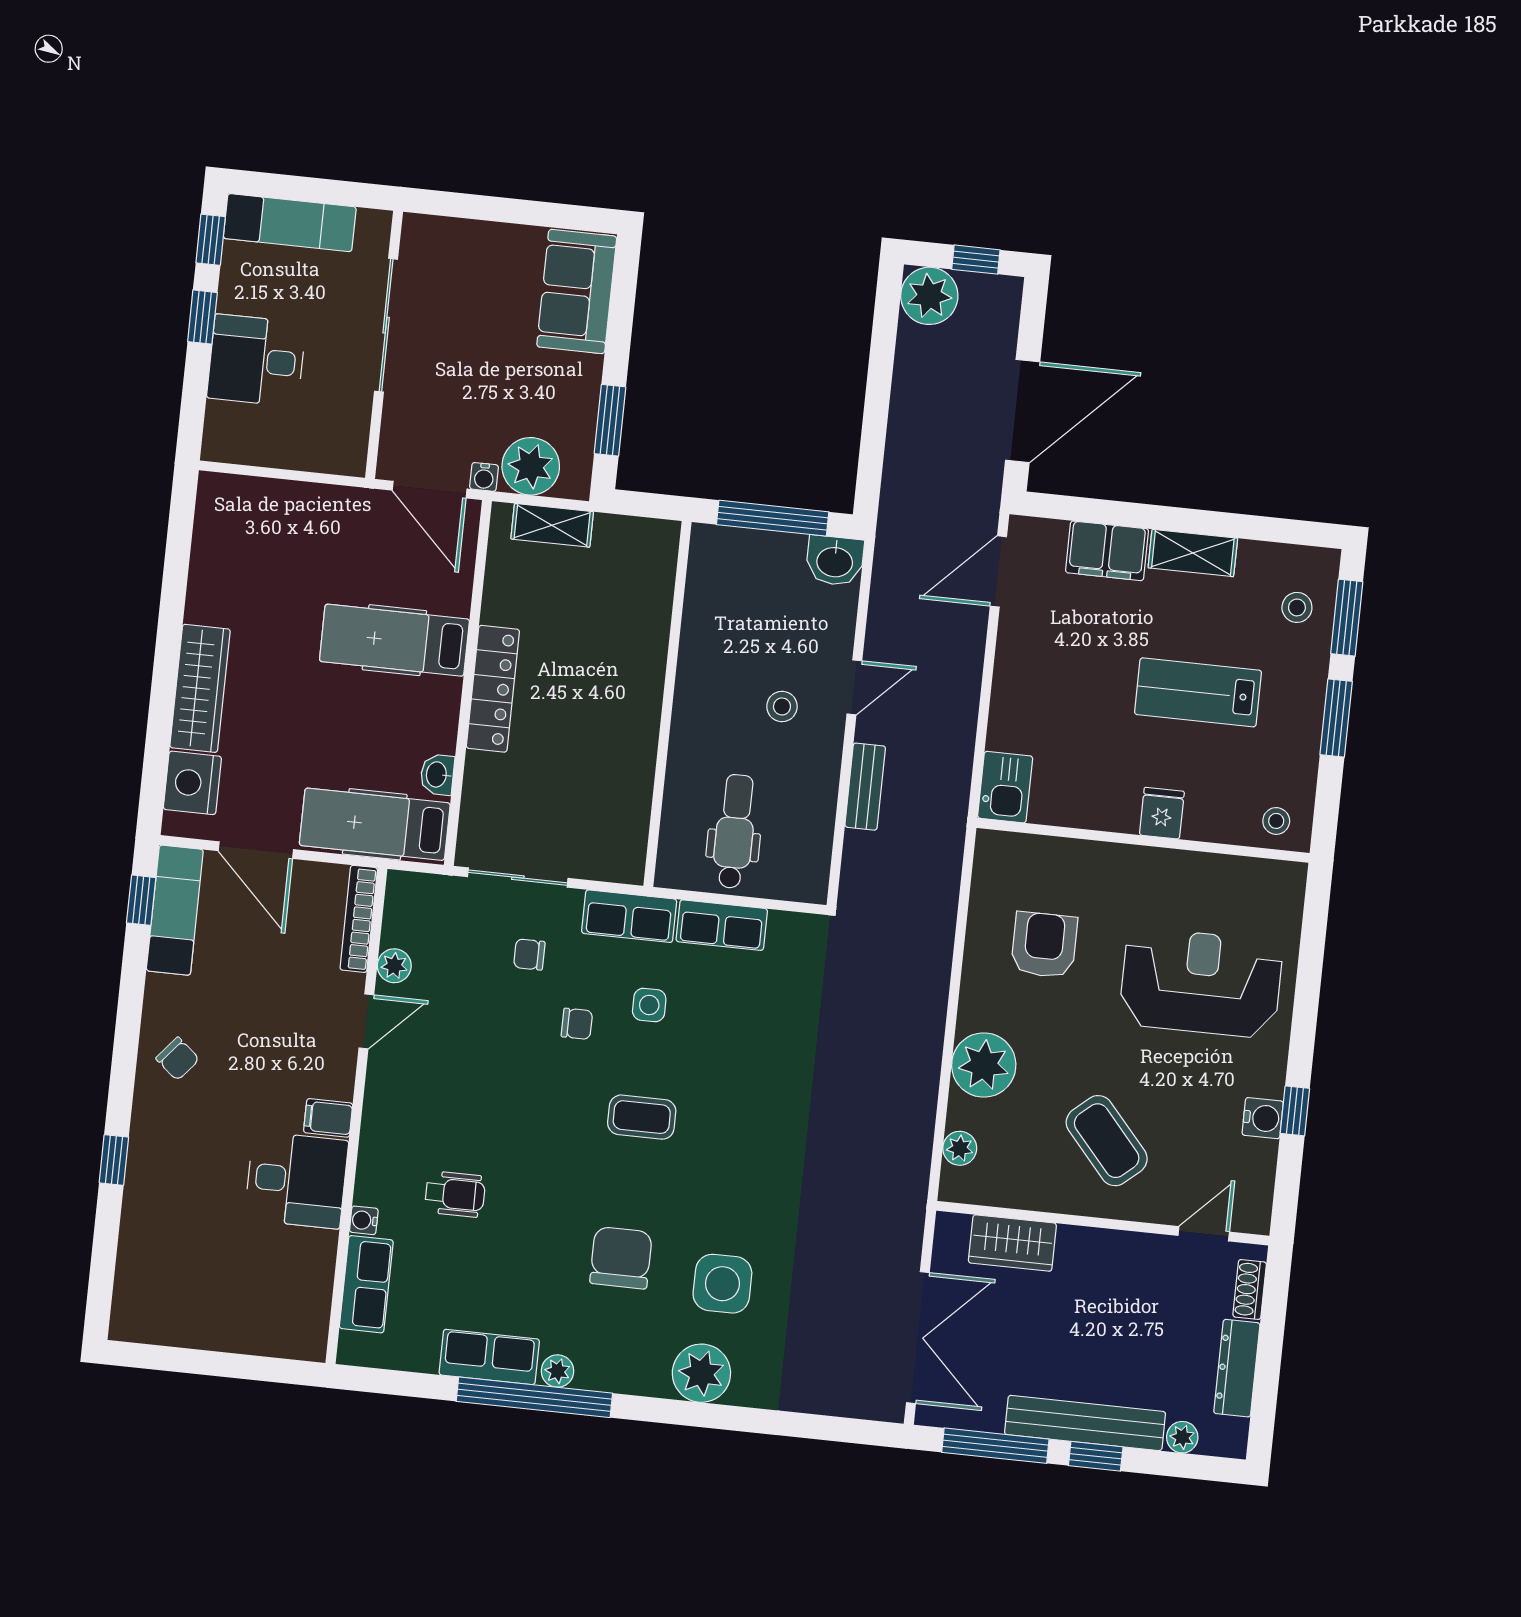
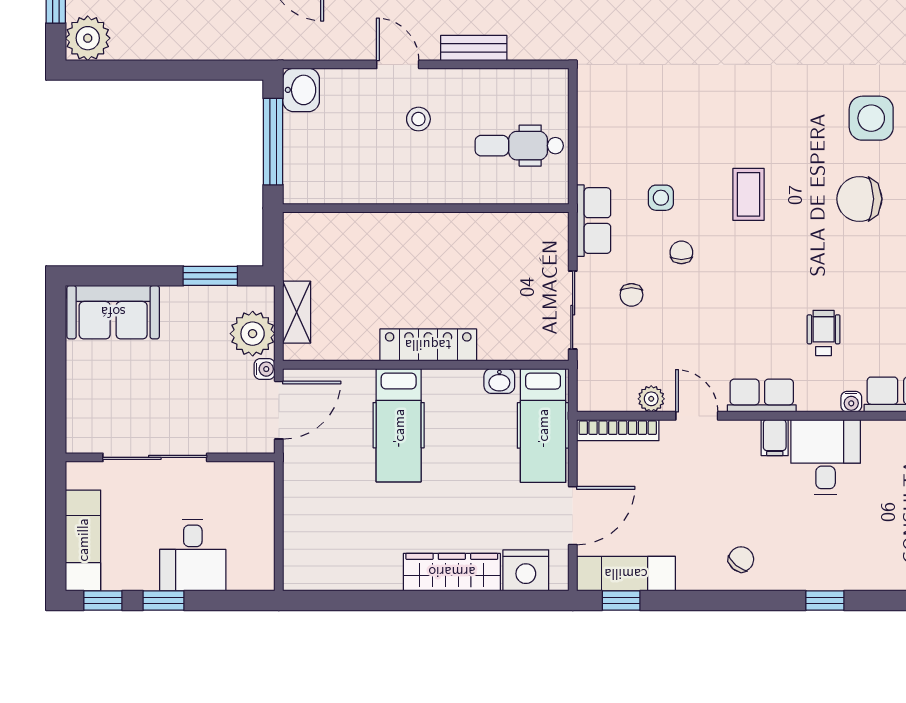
row of seats: (722, 925) -> (762, 396), moved, turned -90

